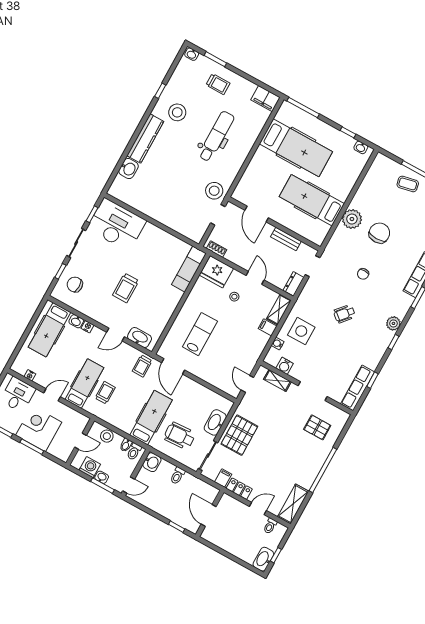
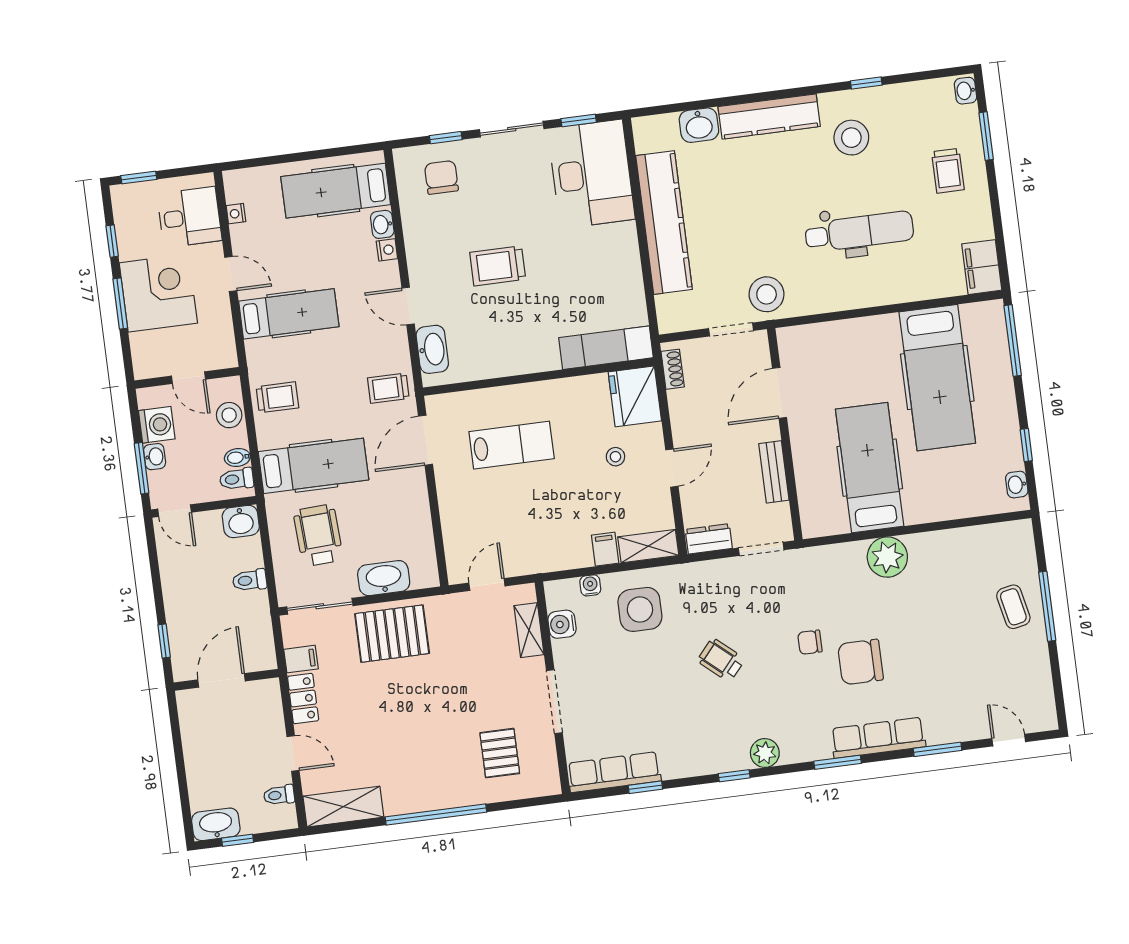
kitchen counter: (157, 210) -> (664, 223), added
chair: (379, 233) -> (860, 662), moved, turned 180
trolley: (105, 393) -> (277, 397), moved

